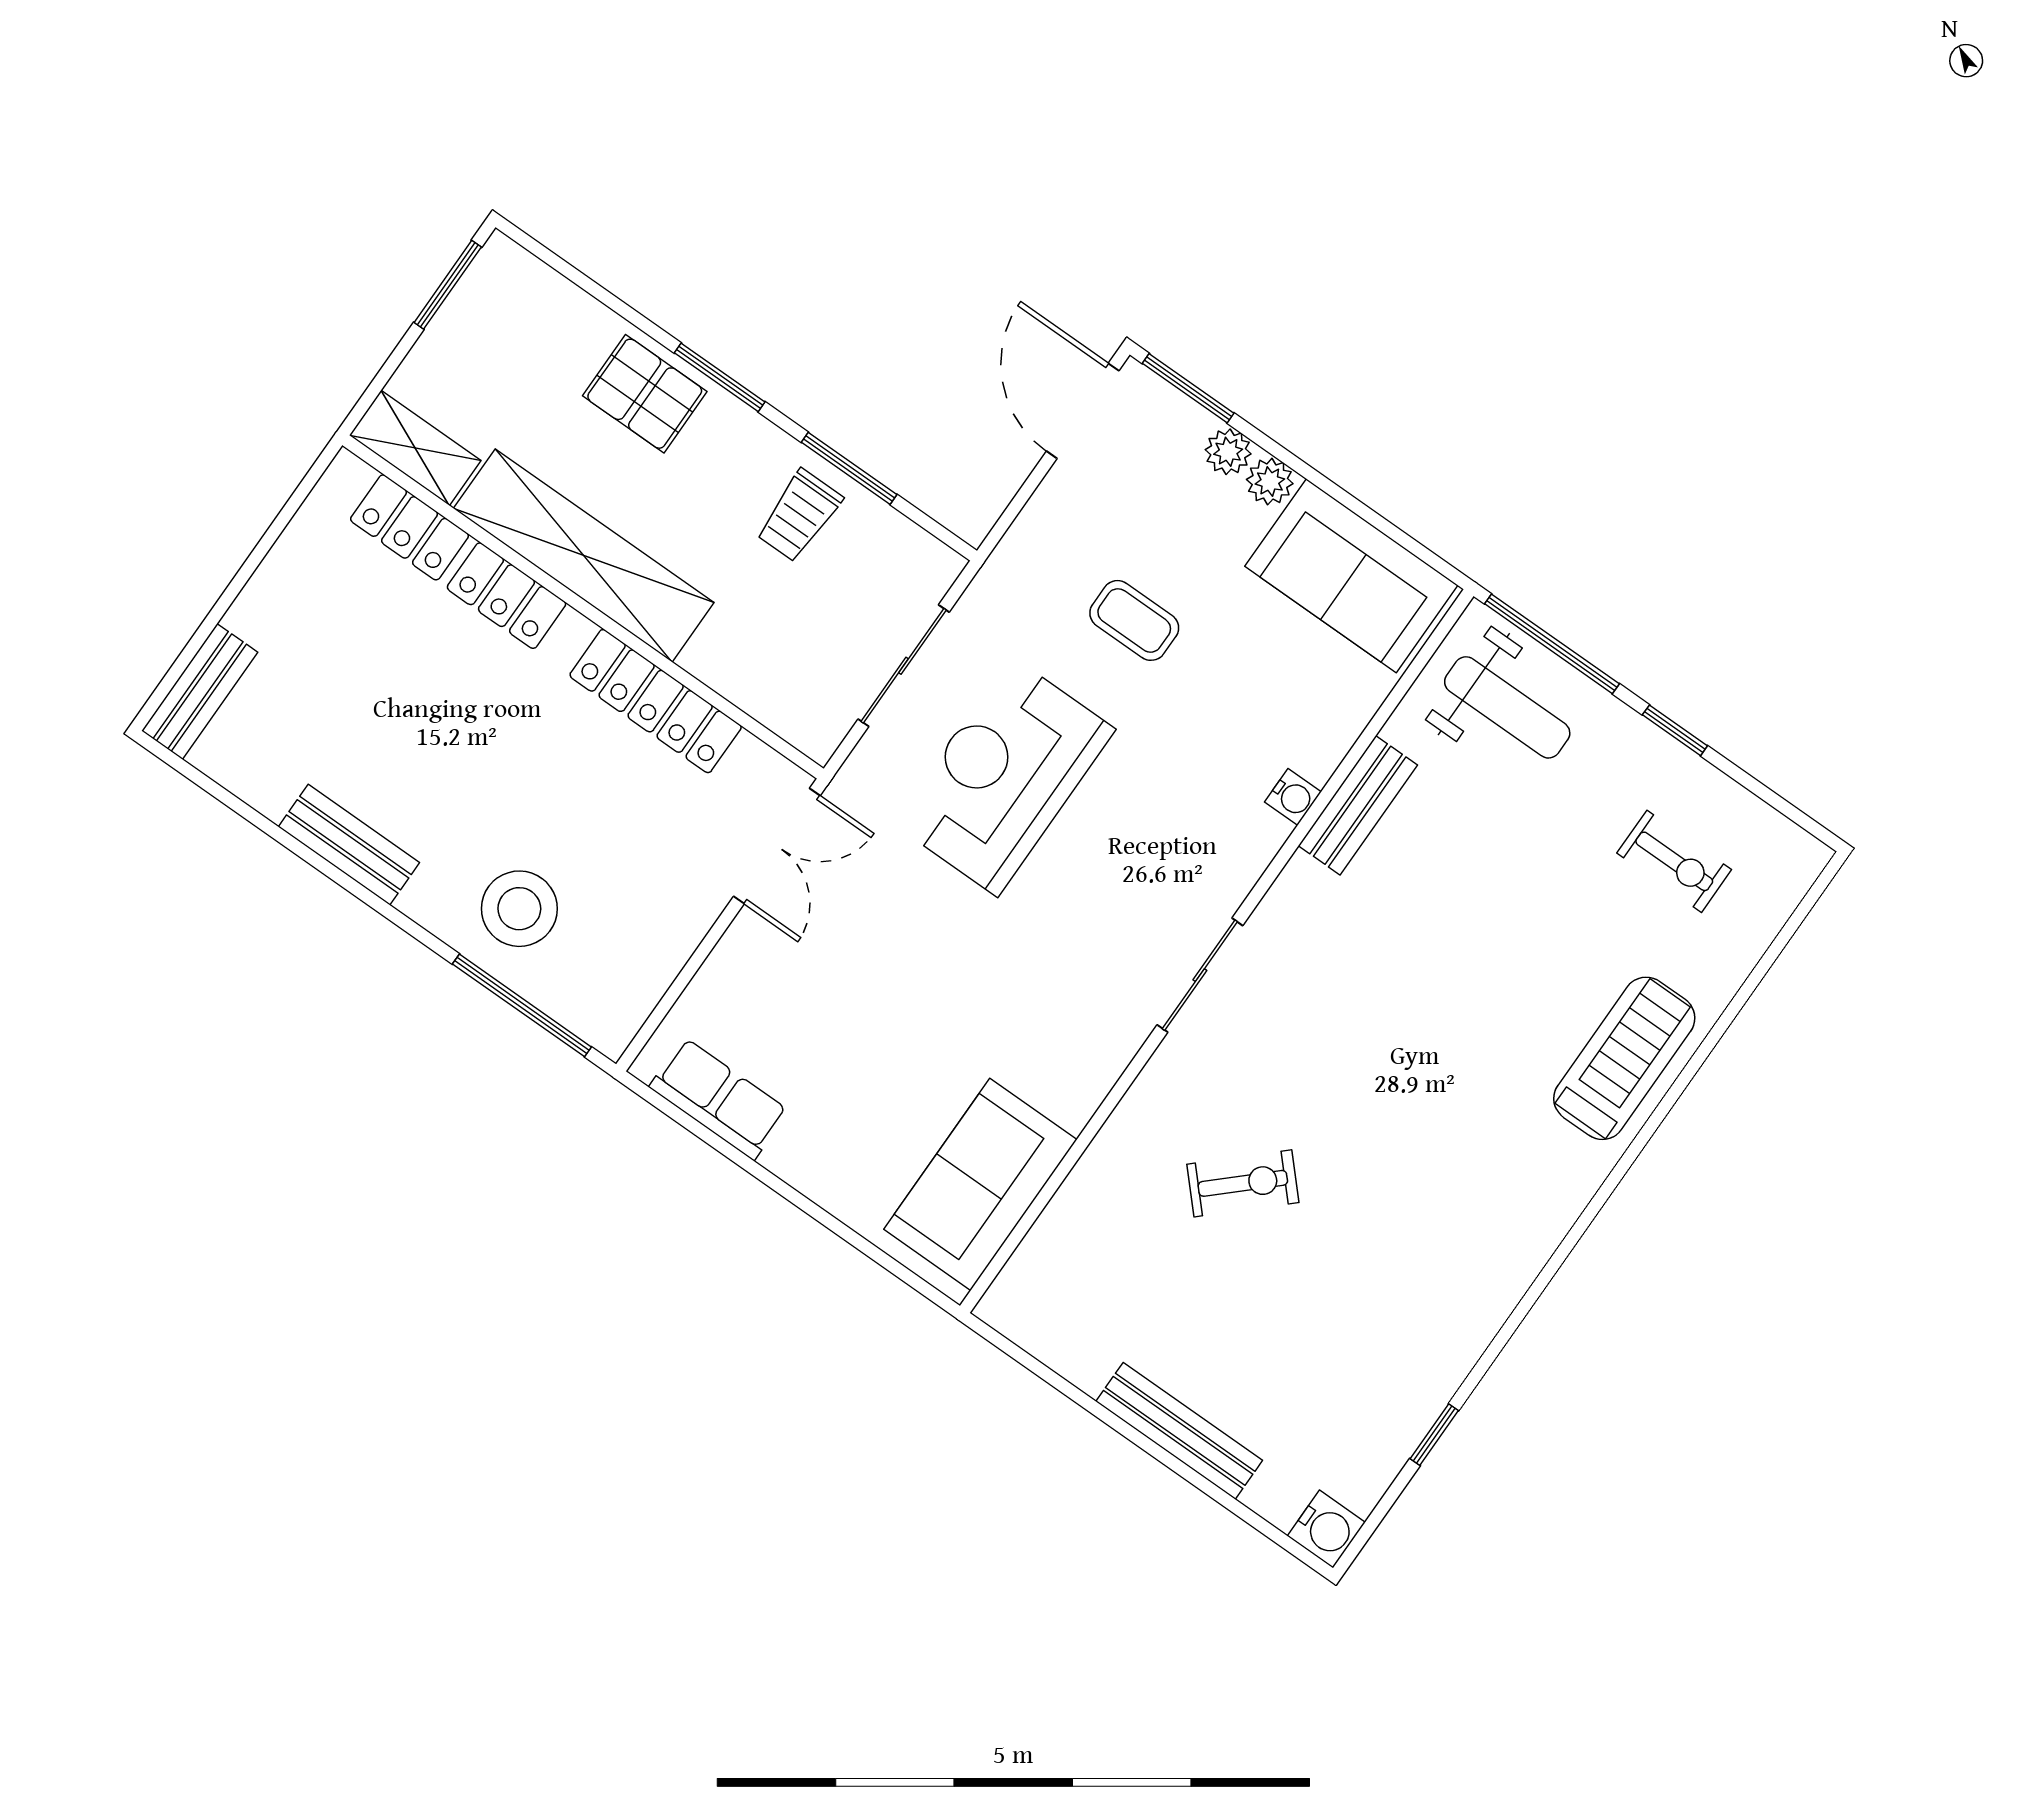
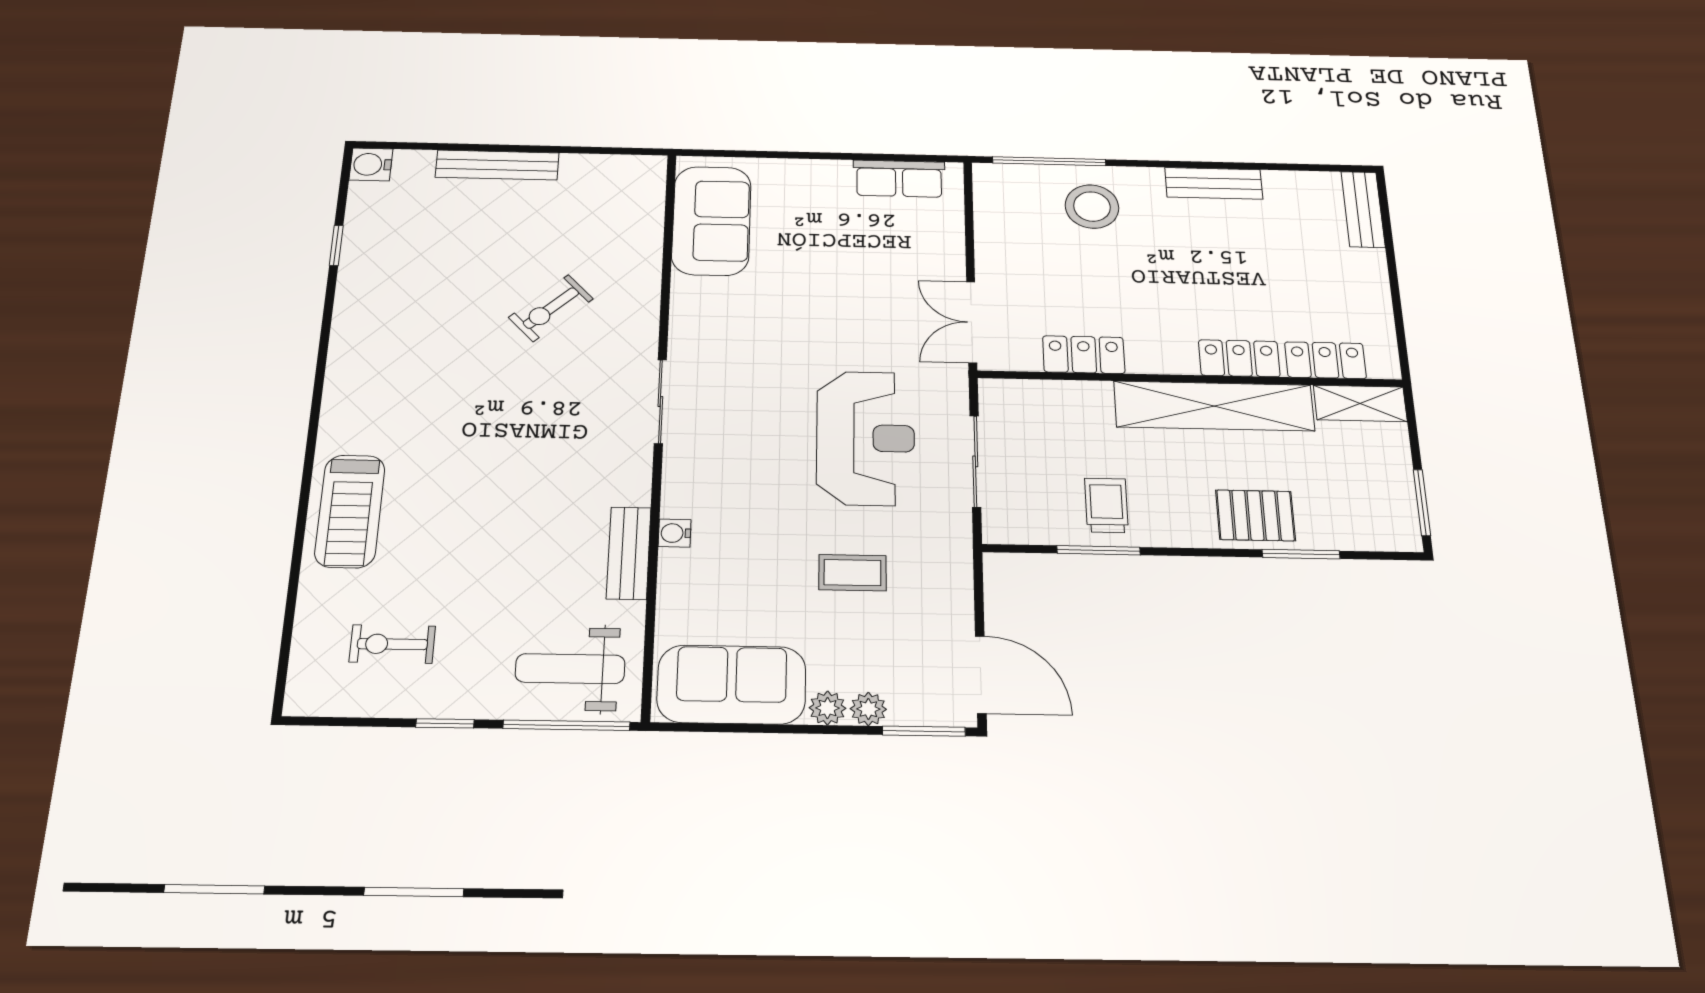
window: (720, 377) -> (1301, 554), moved
locker: (656, 701) -> (1084, 355), width x0.66

